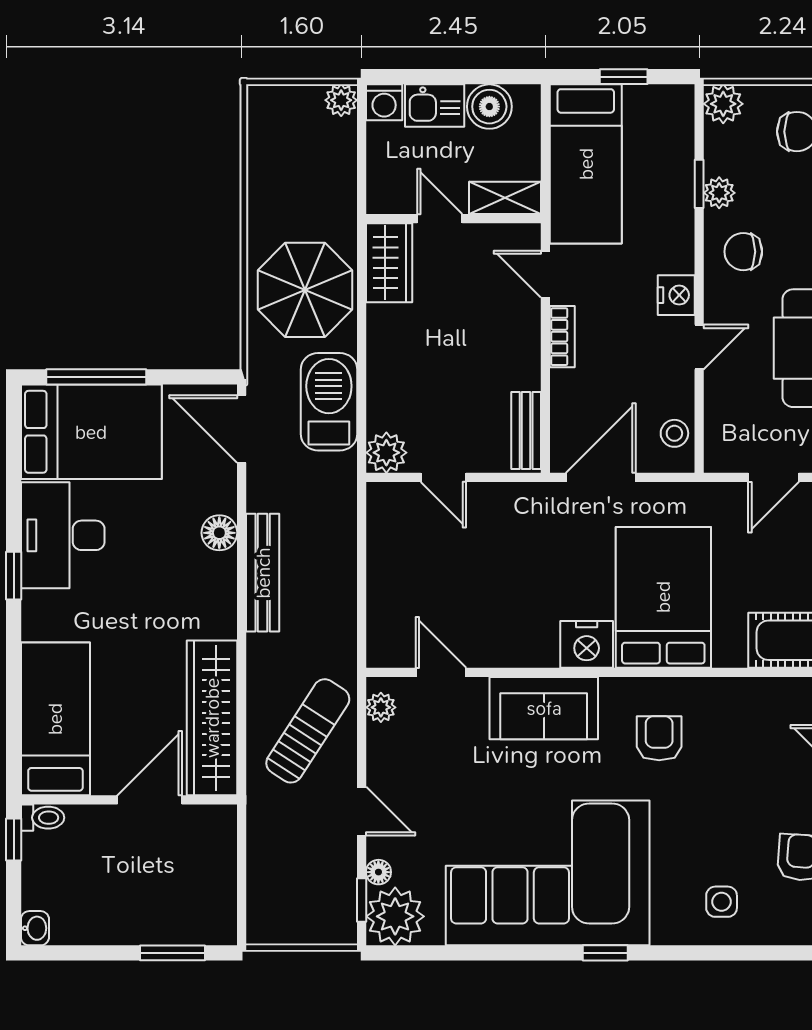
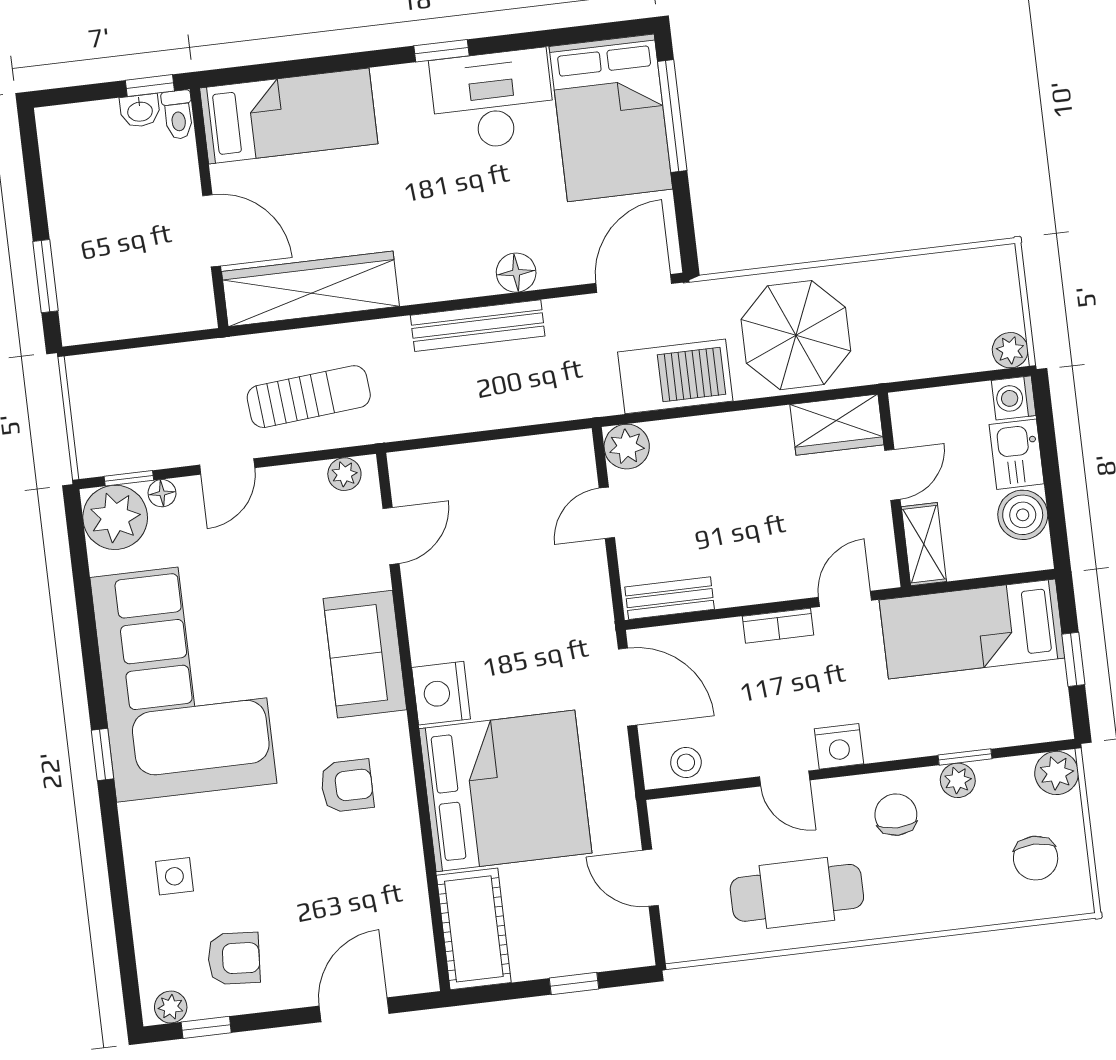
bed: (663, 597) -> (505, 791), width x1.36
sun lounger: (308, 731) -> (309, 397), turned -38
washbasin: (35, 928) -> (140, 111), moved

